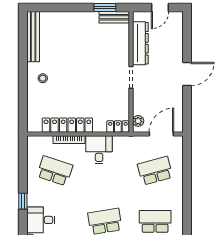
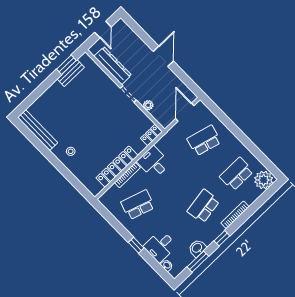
bench: (114, 17) -> (71, 73), moved
plant: (138, 121) -> (148, 105), moved
school desk: (155, 171) -> (204, 141), turned 30

